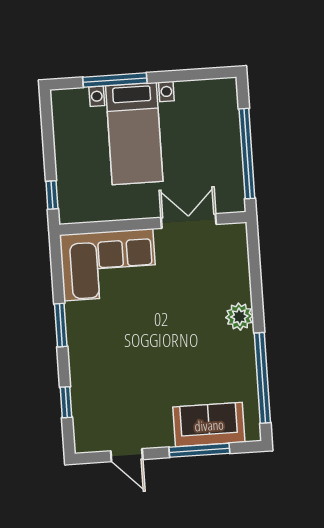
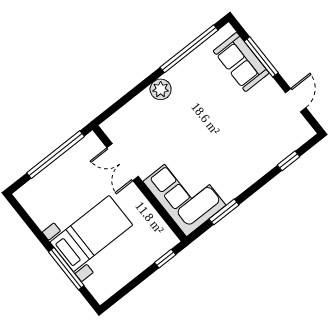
window: (61, 325) -> (224, 212), moved

